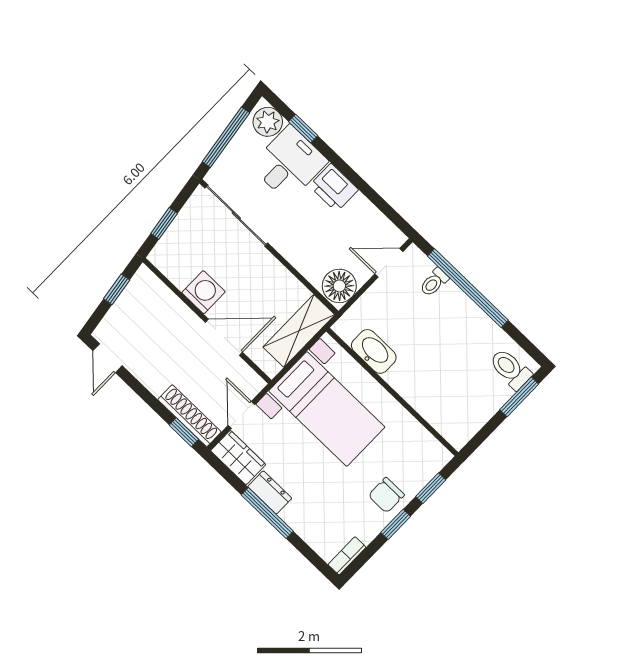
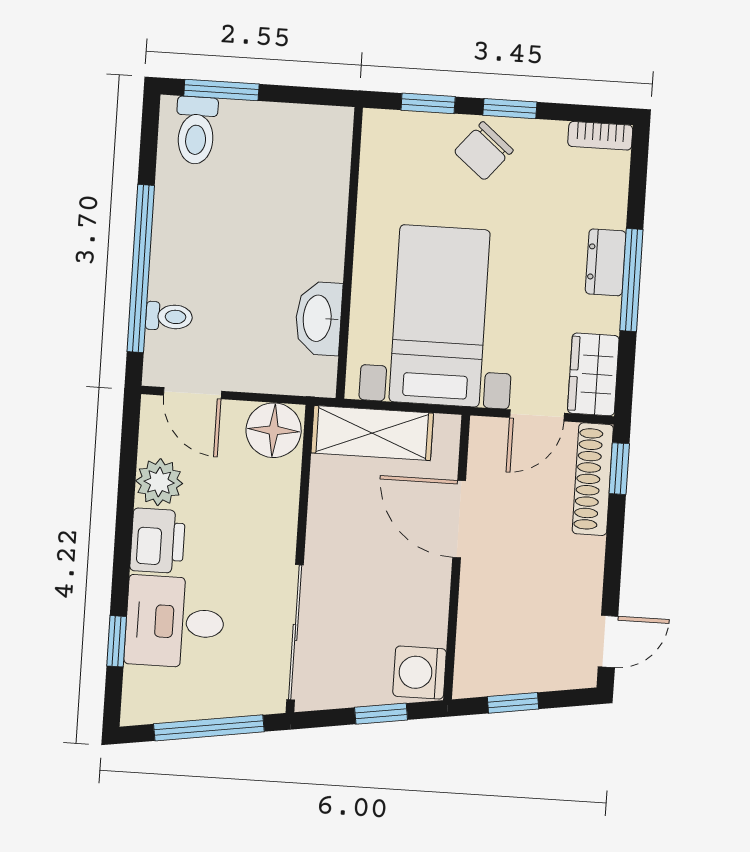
plant: (268, 122) -> (159, 482), moved
washing machine: (203, 292) -> (420, 673), moved
dresser: (270, 492) -> (606, 262), moved
chair: (386, 495) -> (484, 151), turned 130

